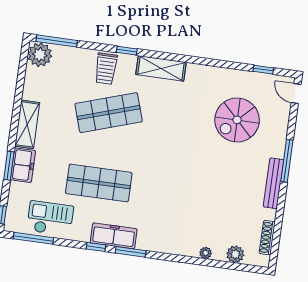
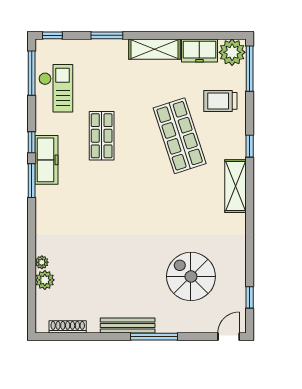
trolley: (106, 69) -> (220, 101), moved
freezer: (23, 165) -> (199, 51), moved
shop shelf: (99, 183) -> (102, 136), width x0.70, depth x0.74
plant: (235, 254) -> (45, 280), moved

